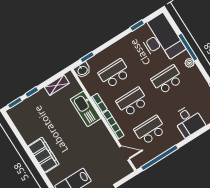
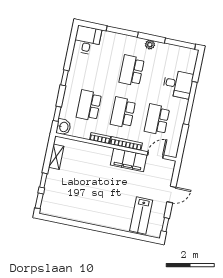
window: (137, 26) -> (65, 78), moved
desk: (161, 39) -> (87, 40), width x0.53, depth x0.77
plant: (190, 63) -> (150, 45), moved
kitchen sink: (86, 109) -> (95, 152), removed
filing cabinet: (43, 155) -> (129, 160), moved, turned 180
window: (159, 158) -> (190, 103), moved

